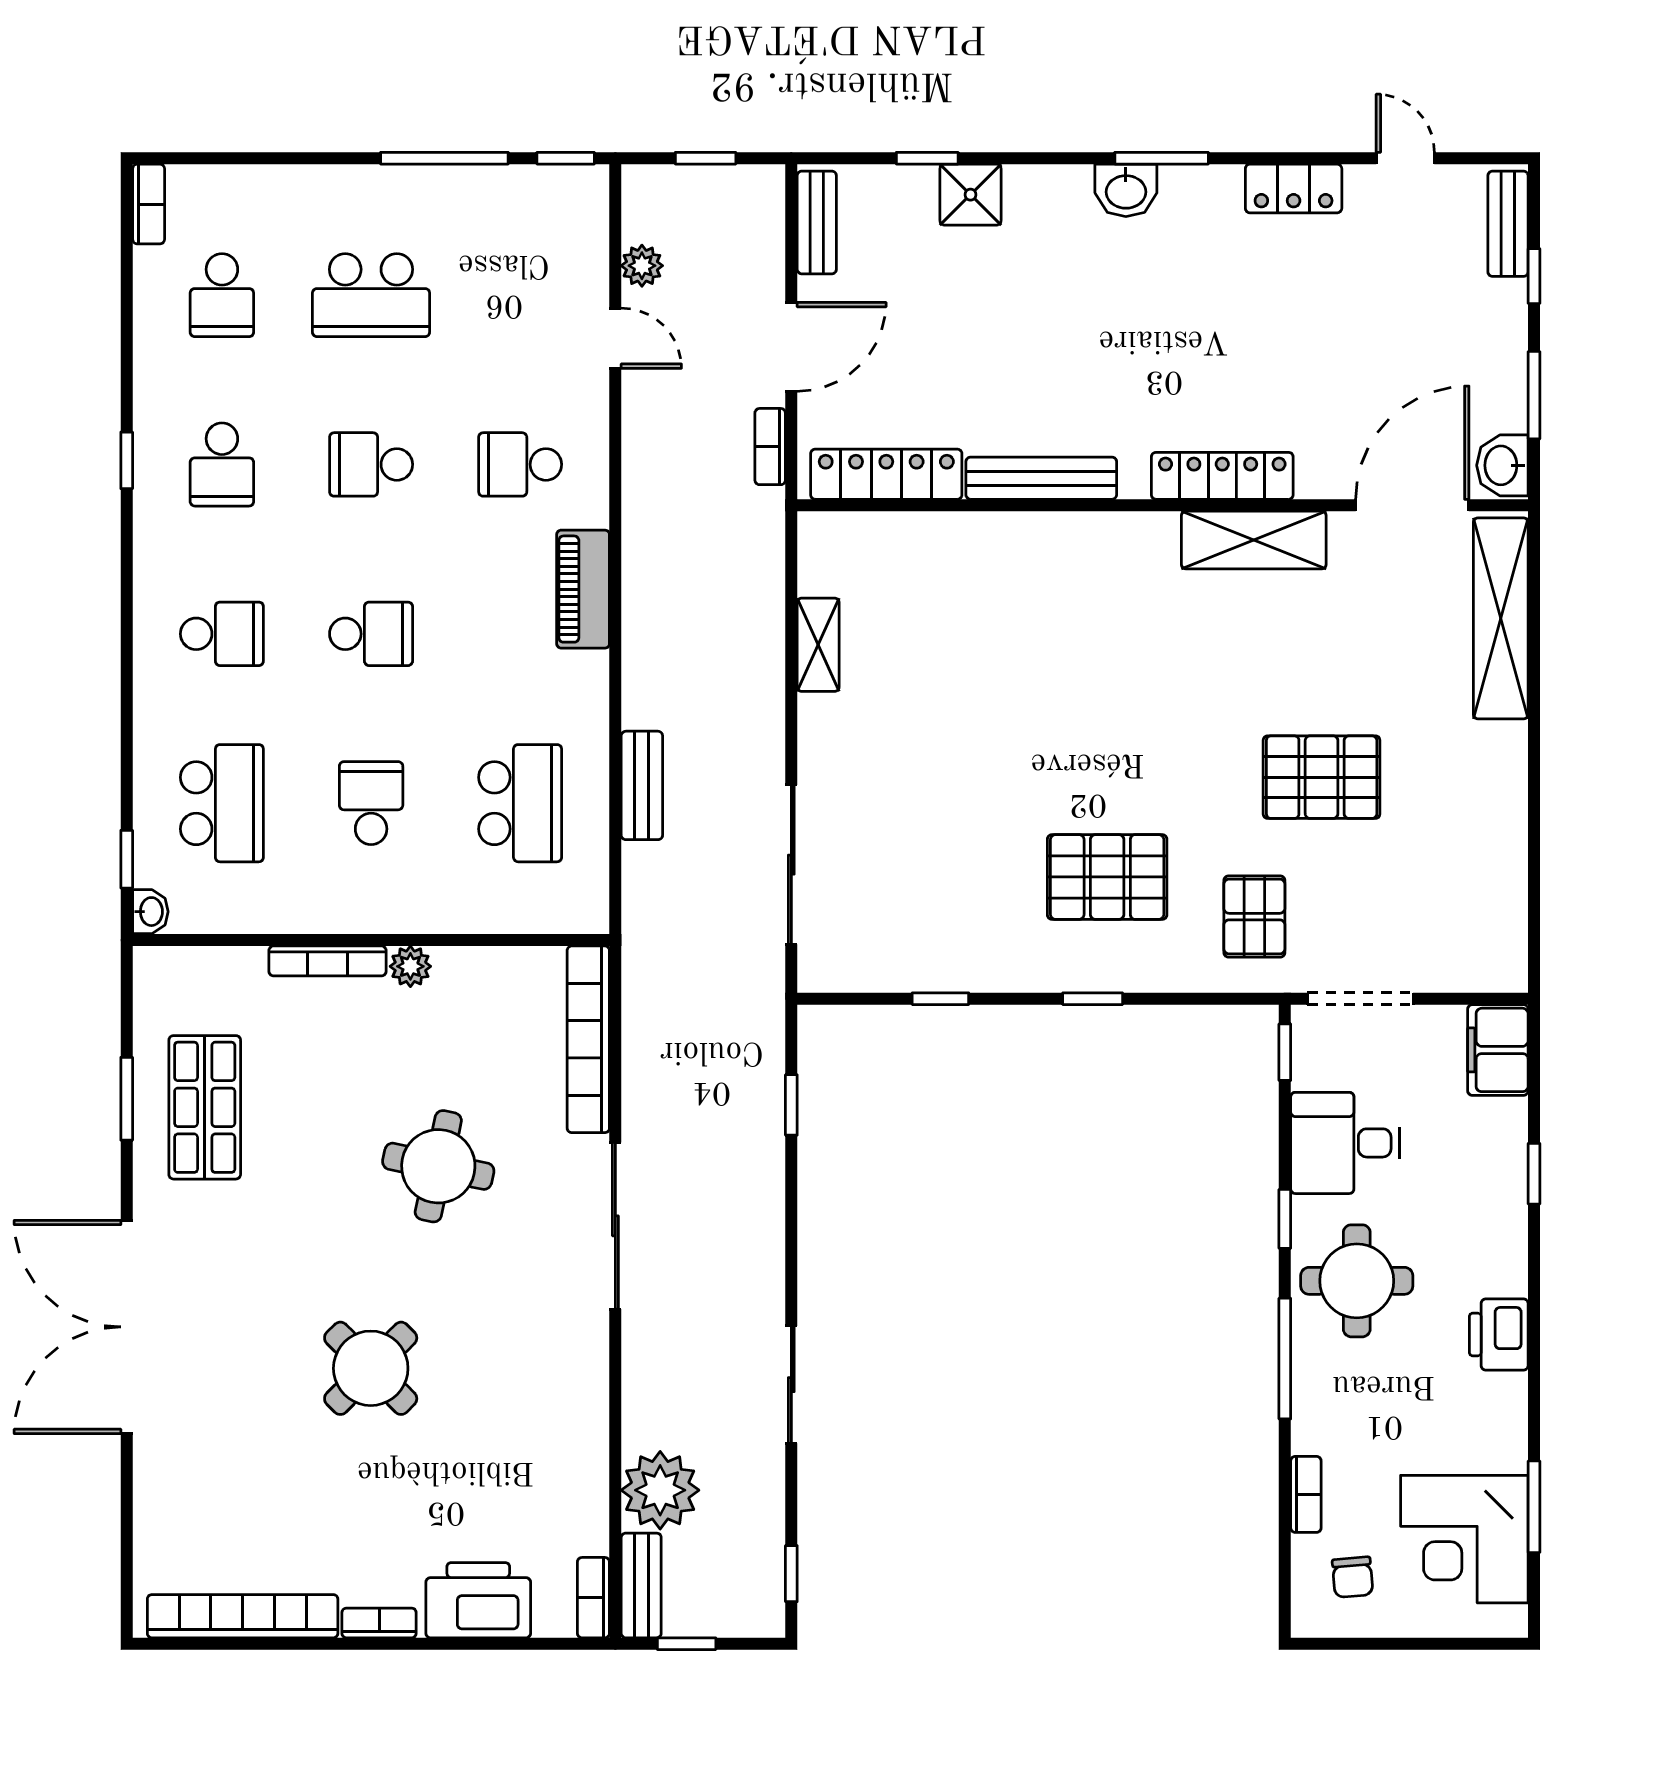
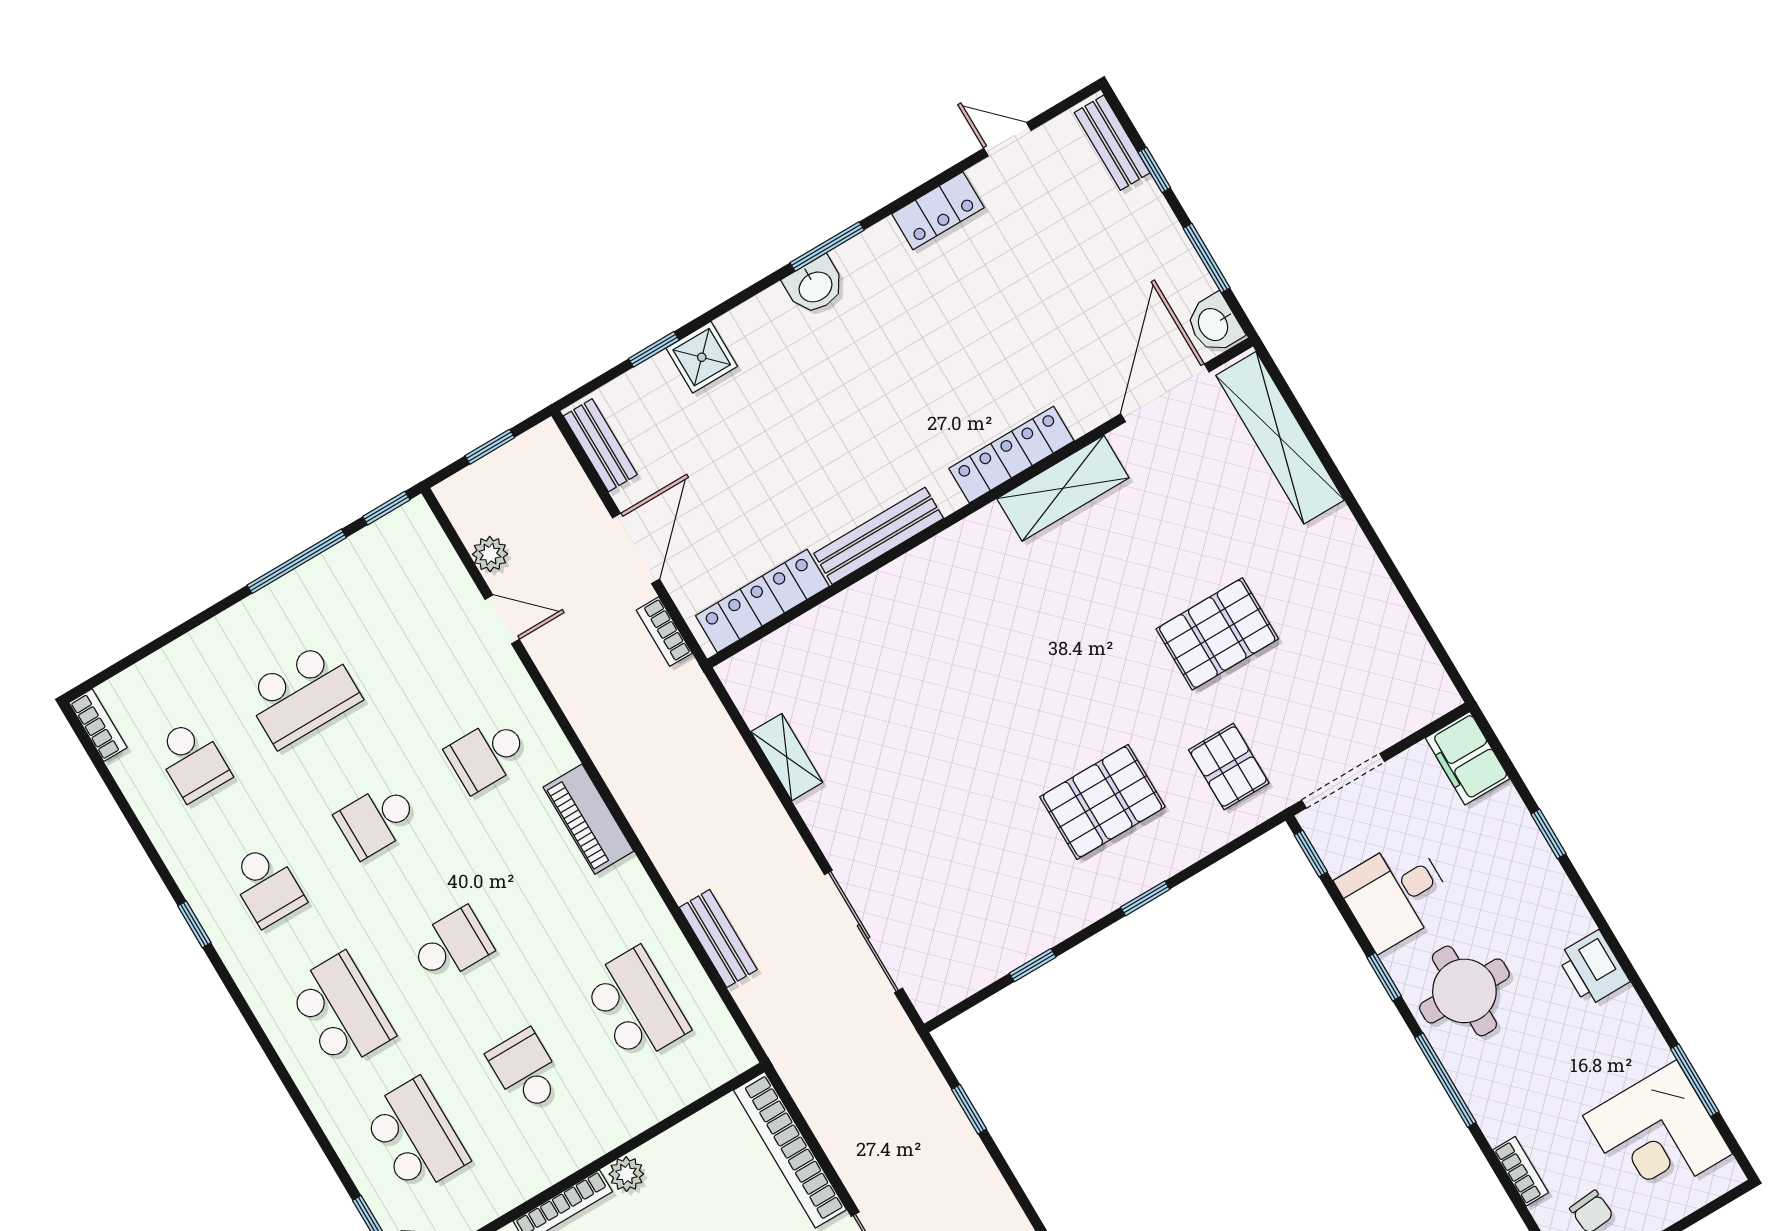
school desk: (222, 634) -> (341, 1011), width x1.85

